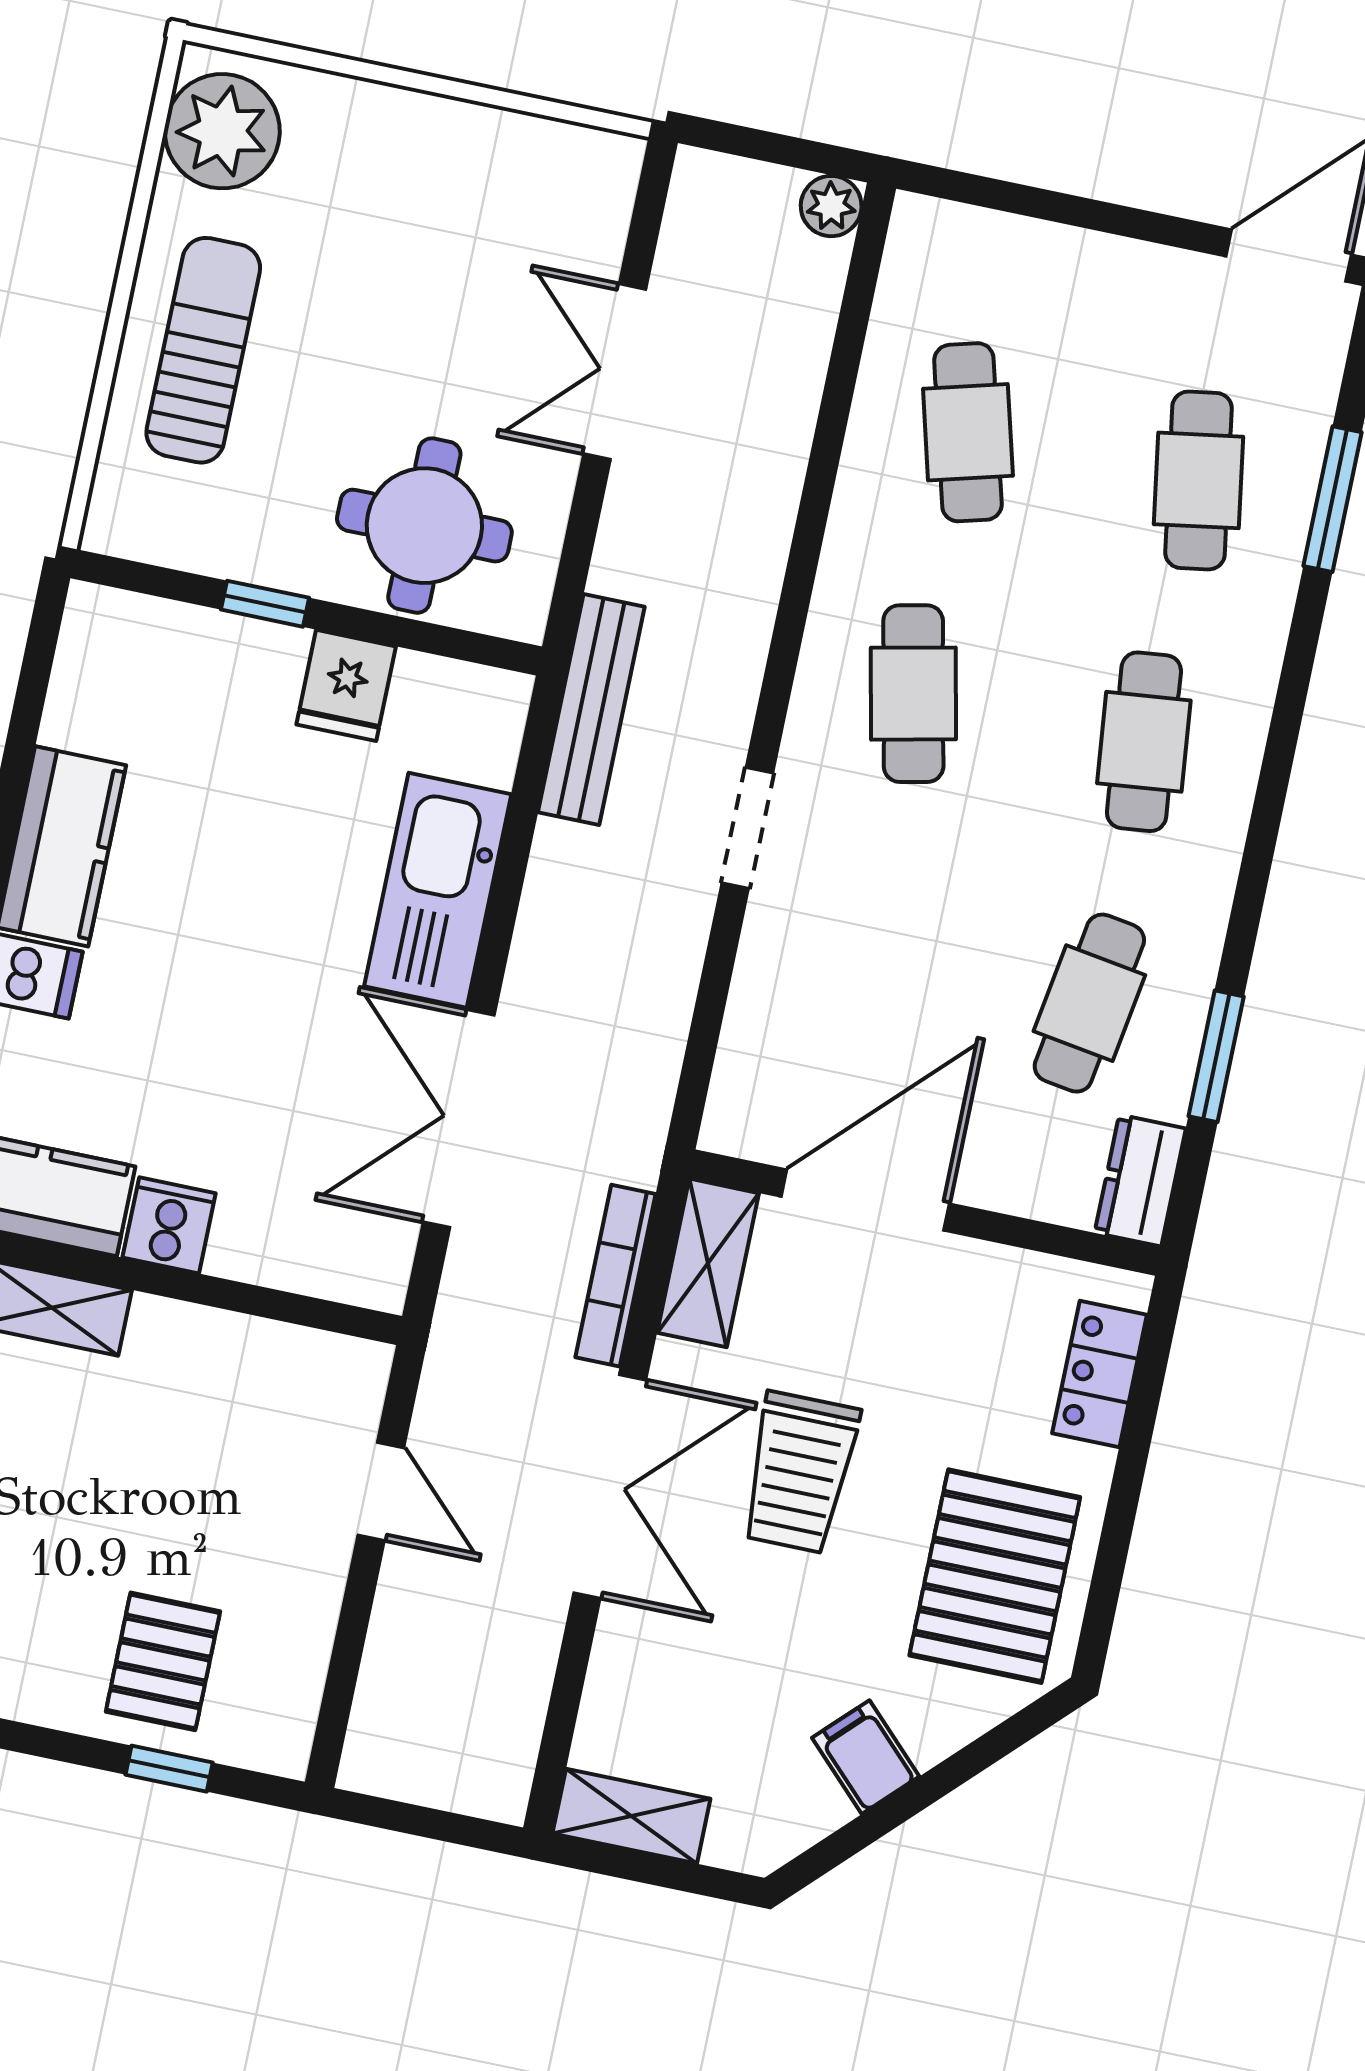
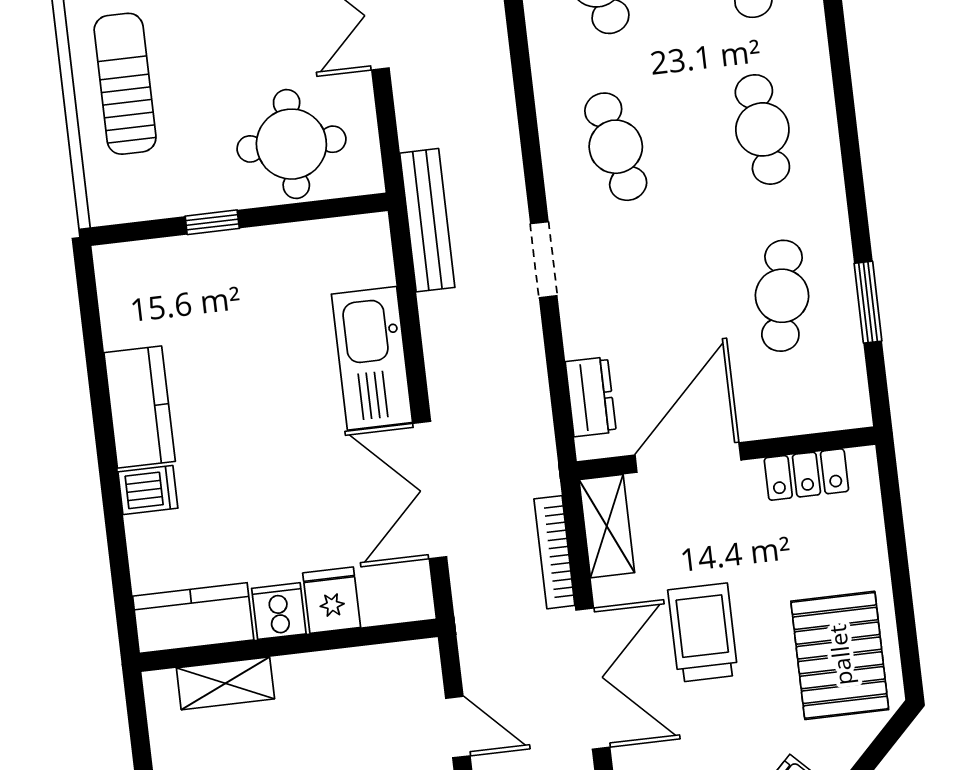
fridge: (346, 685) -> (332, 600), moved, turned 180
dresser: (1140, 1181) -> (591, 397), moved, turned 180
locker: (1100, 1374) -> (806, 475), moved, turned -90
trolley: (799, 1473) -> (703, 633), turned 180

